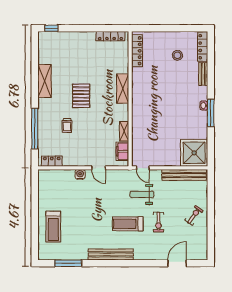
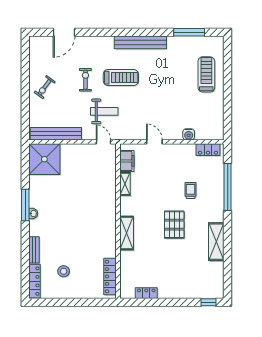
locker: (110, 36) -> (146, 293), width x0.66
water cooler: (80, 174) -> (189, 134), moved

